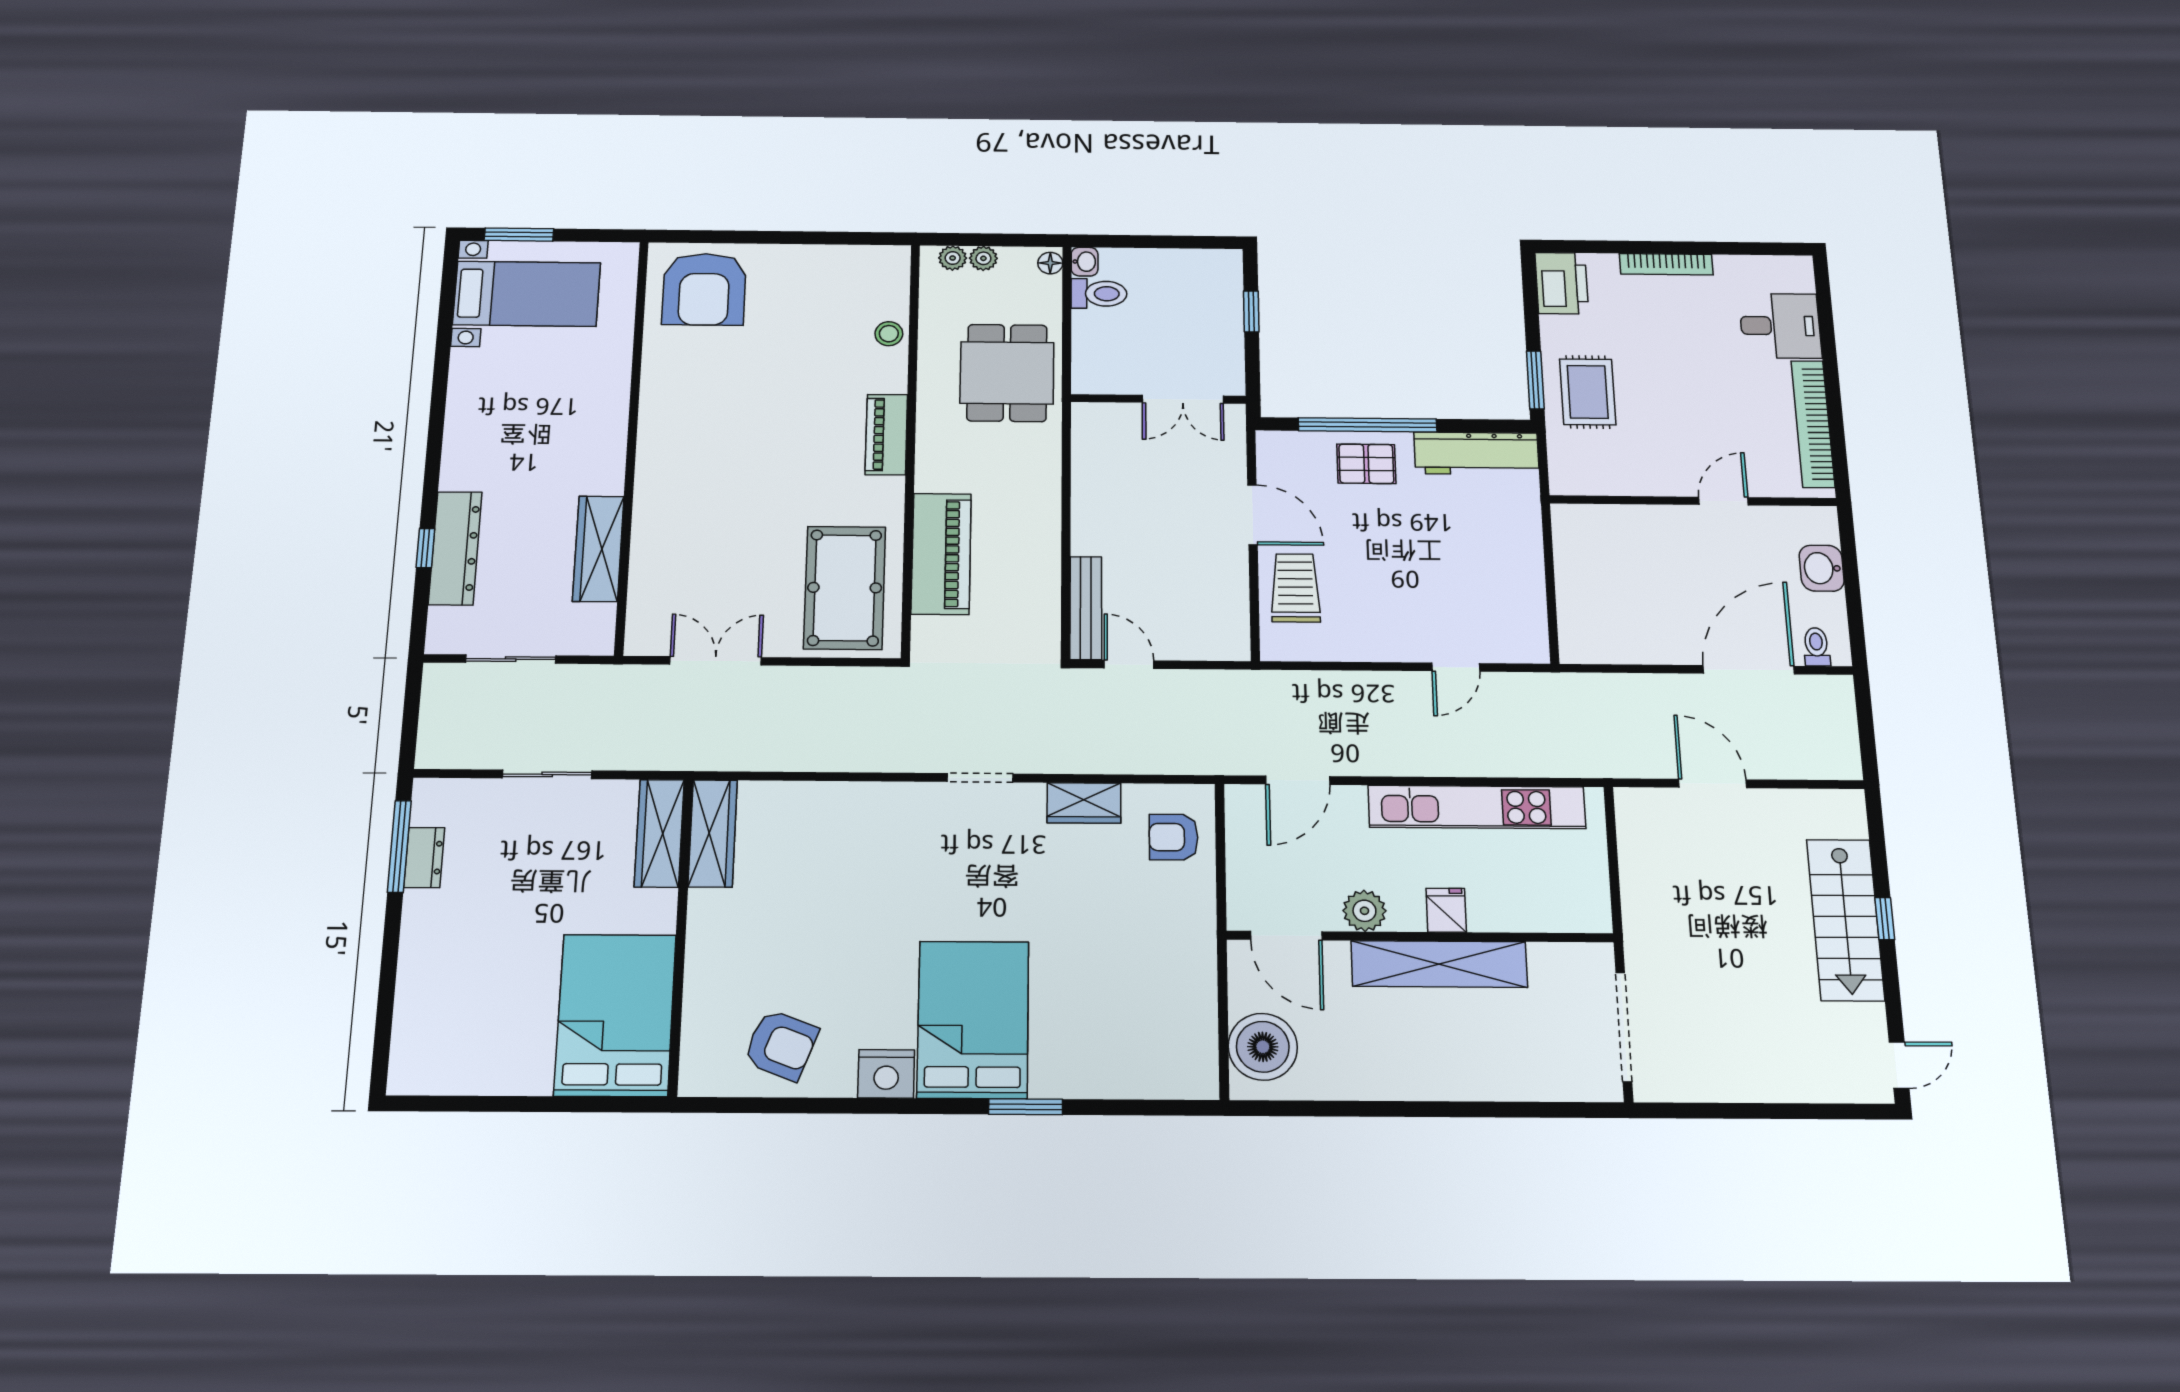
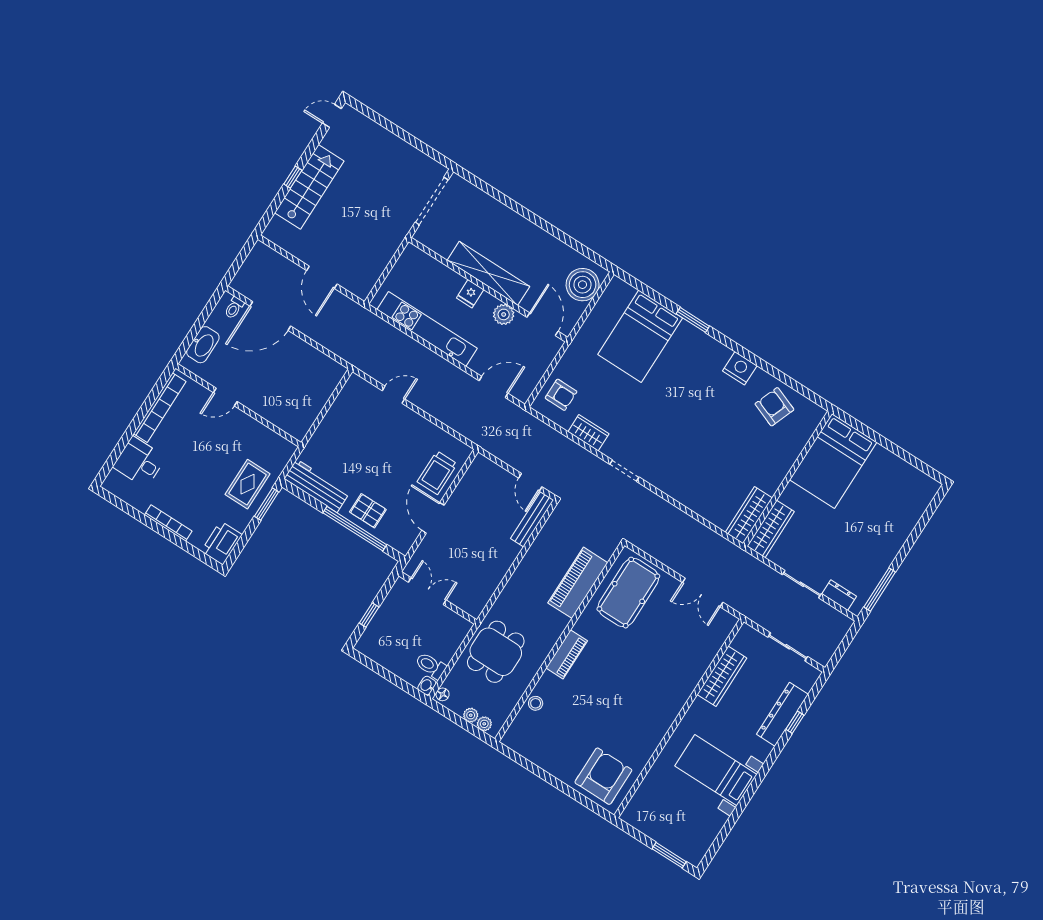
bed with nightstands: (527, 294) -> (716, 770), moved
washbasin: (1822, 568) -> (203, 345), width x1.38
dresser: (424, 857) -> (839, 595), moved, turned 90
bed: (973, 1019) -> (640, 336), moved

